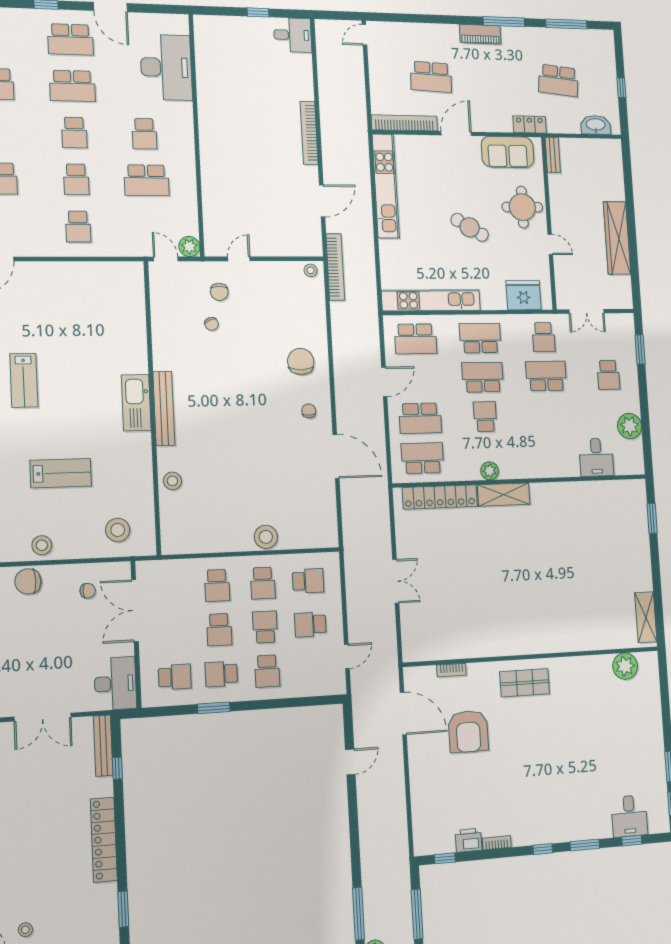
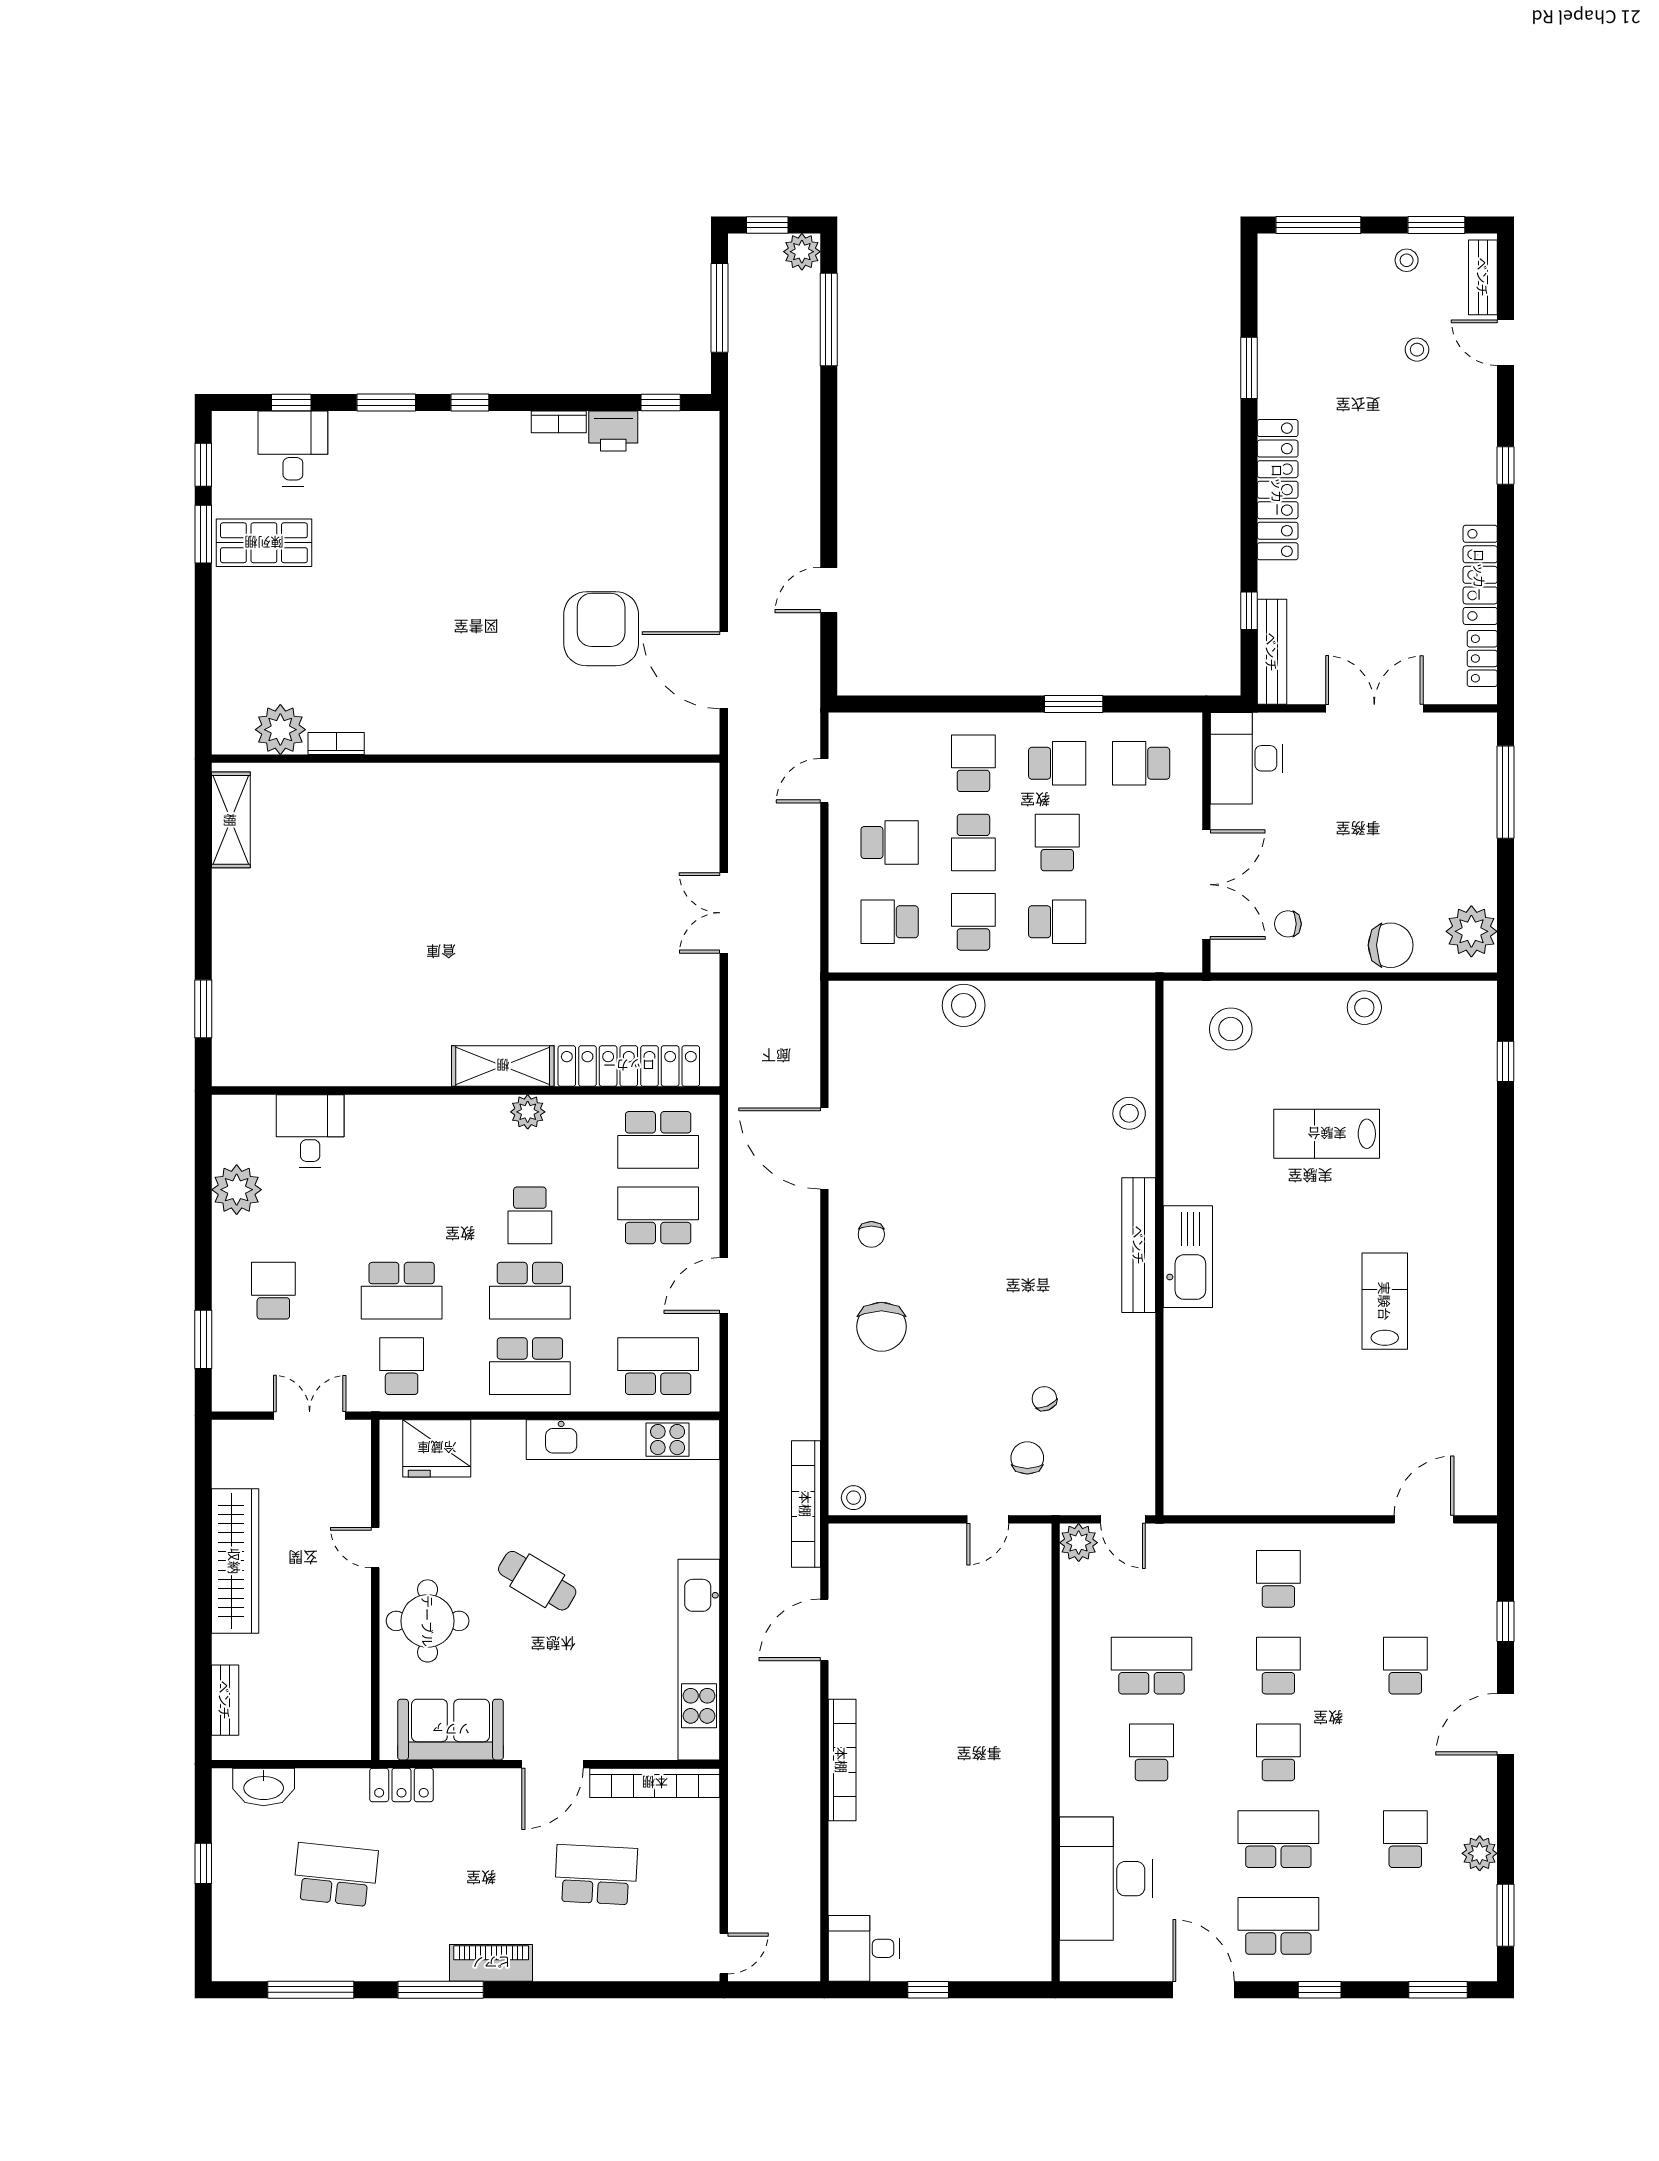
bench: (553, 155) -> (225, 1700), moved
school desk: (217, 585) -> (1057, 922), turned 90
bookcase: (451, 670) -> (336, 744), moved
shop shelf: (525, 683) -> (264, 543), moved

